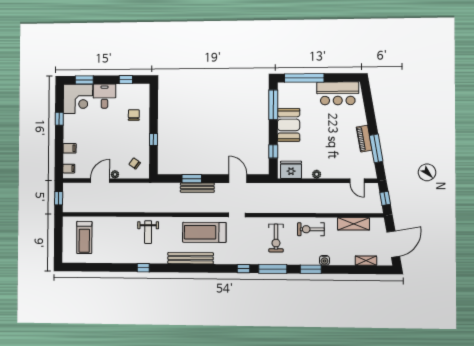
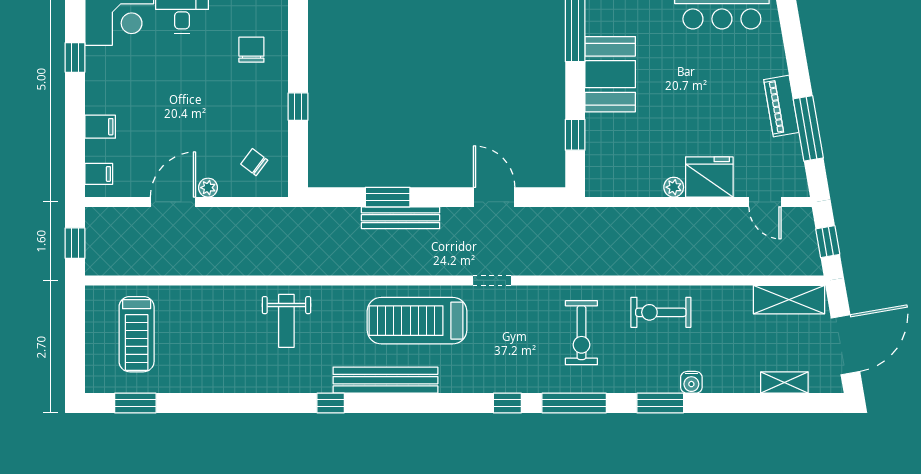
fridge: (291, 170) -> (709, 177), moved
shelving: (354, 224) -> (789, 300), moved
window: (84, 267) -> (135, 403), added
window: (143, 268) -> (331, 403), moved

